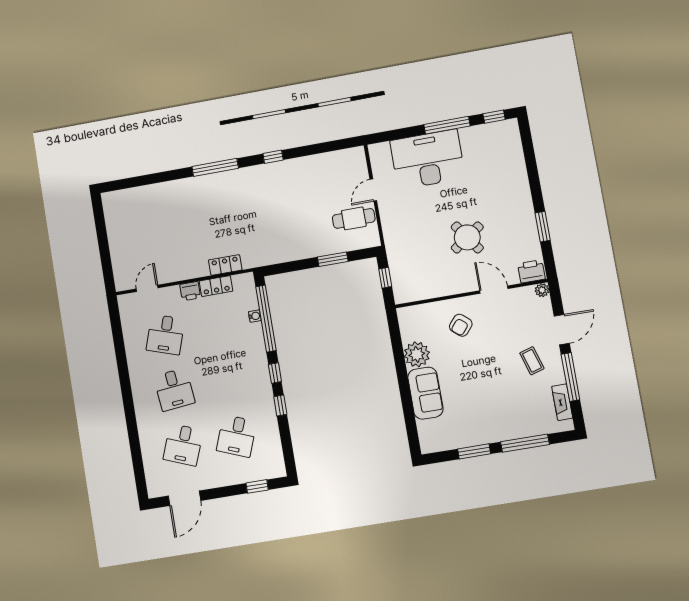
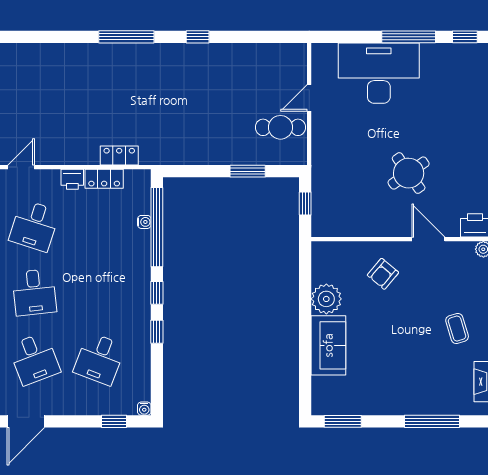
desk: (183, 445) -> (34, 359), turned -42
window: (474, 451) -> (343, 421), moved
water cooler: (280, 472) -> (144, 409), added

